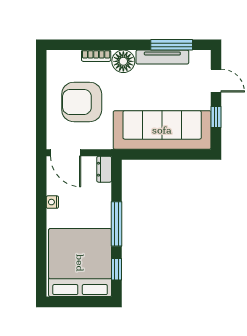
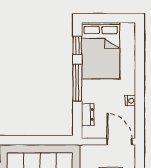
dresser: (104, 169) -> (88, 114), moved
bed: (80, 263) -> (101, 51), width x0.73

